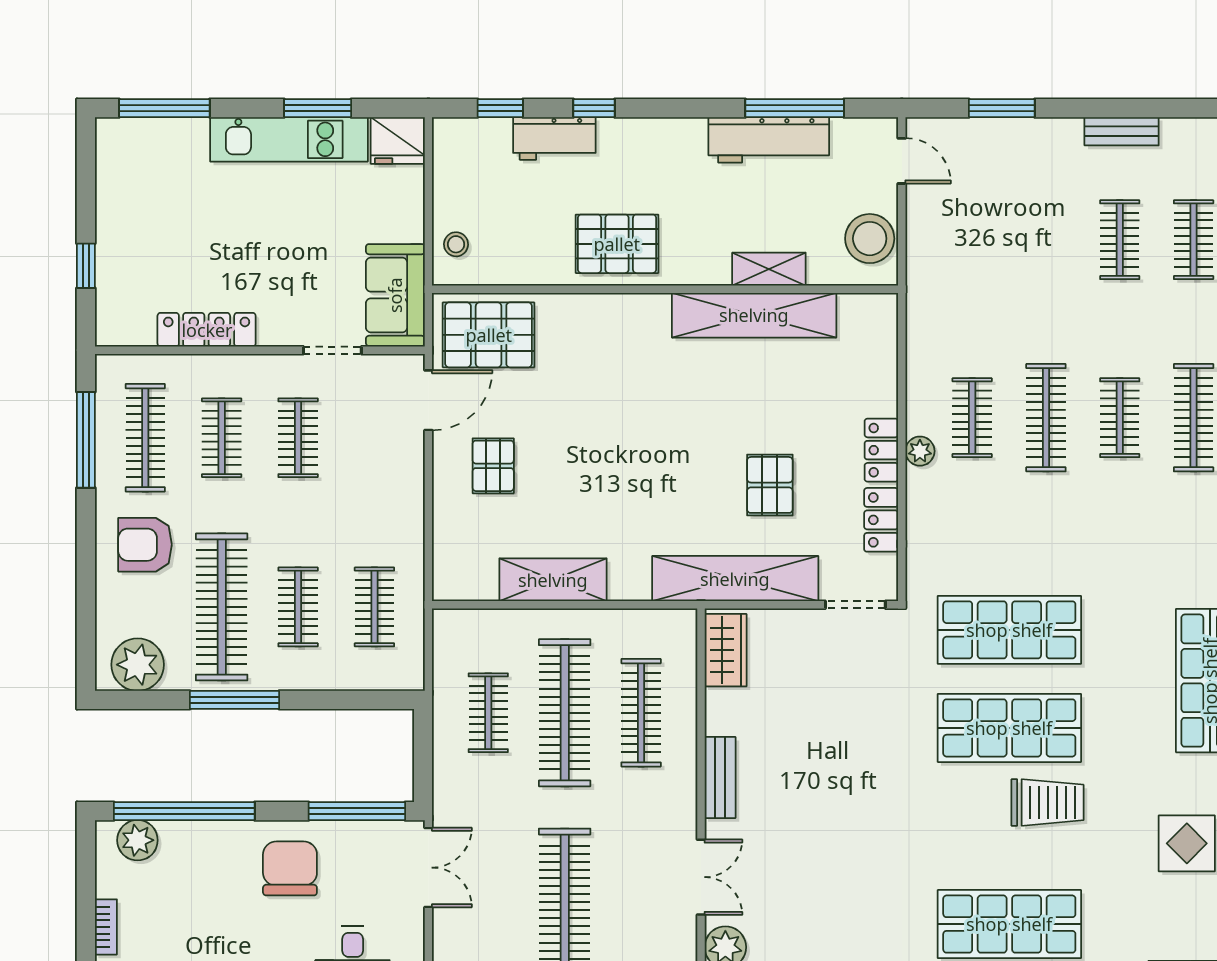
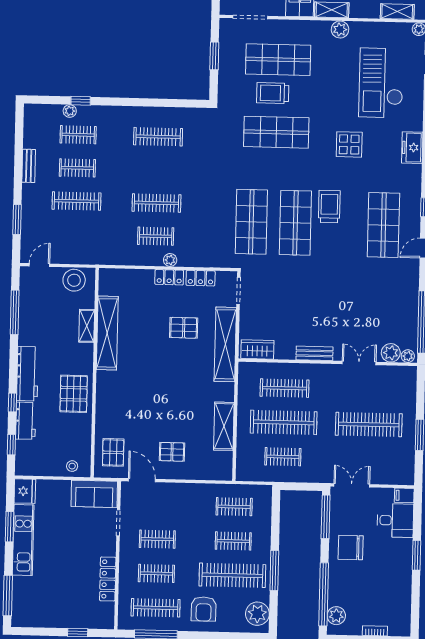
workbench: (769, 140) -> (27, 374), moved
pallet: (489, 335) -> (113, 452), width x0.67, depth x0.71
clothes rail: (1120, 418) -> (77, 201), moved, width x1.36

